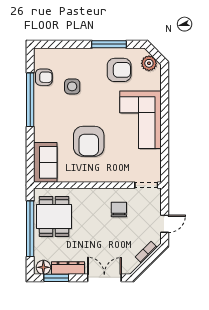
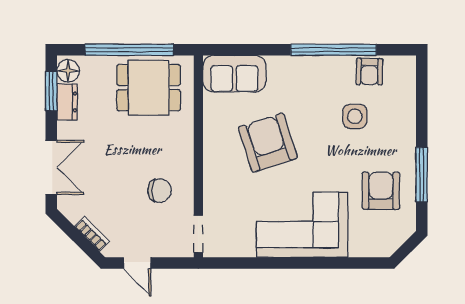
plant: (149, 63) -> (391, 238), removed
armchair: (119, 70) -> (381, 191), turned 180
armchair: (89, 141) -> (268, 143), turned 72
dresser: (68, 268) -> (67, 102), width x0.70

